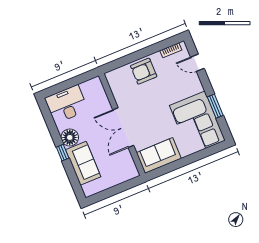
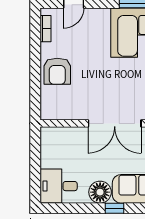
desk: (66, 104) -> (59, 186), width x0.73

